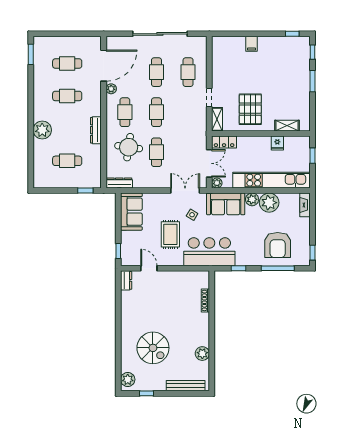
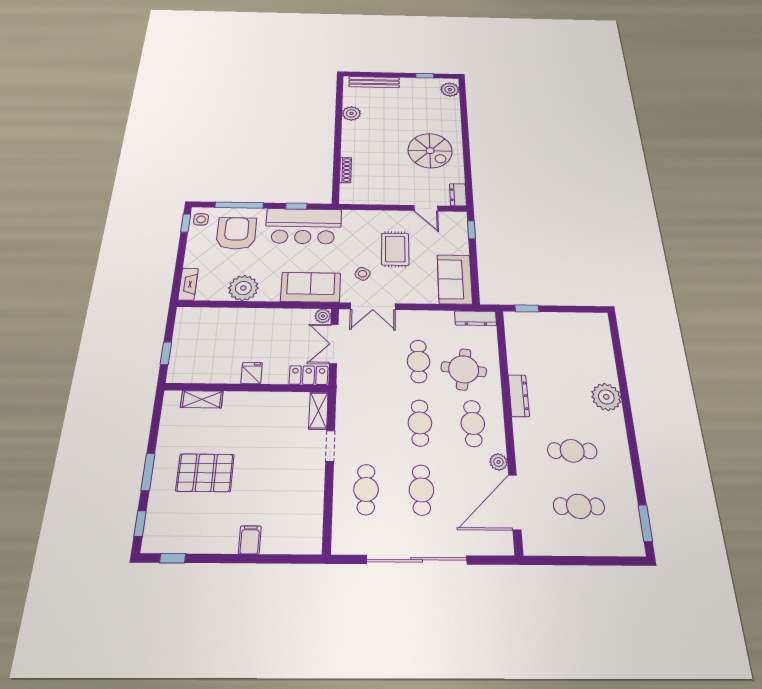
pallet: (250, 109) -> (205, 473), moved, turned 90
fridge: (277, 143) -> (252, 373), moved
cafe table: (67, 161) -> (560, 351), removed
kitchen unit: (271, 180) -> (236, 319), removed
plant: (252, 199) -> (269, 293), removed
bar counter: (209, 252) -> (303, 226), moved
side table: (303, 256) -> (201, 219), added
spiral stairs: (153, 348) -> (430, 151), moved, turned 180

